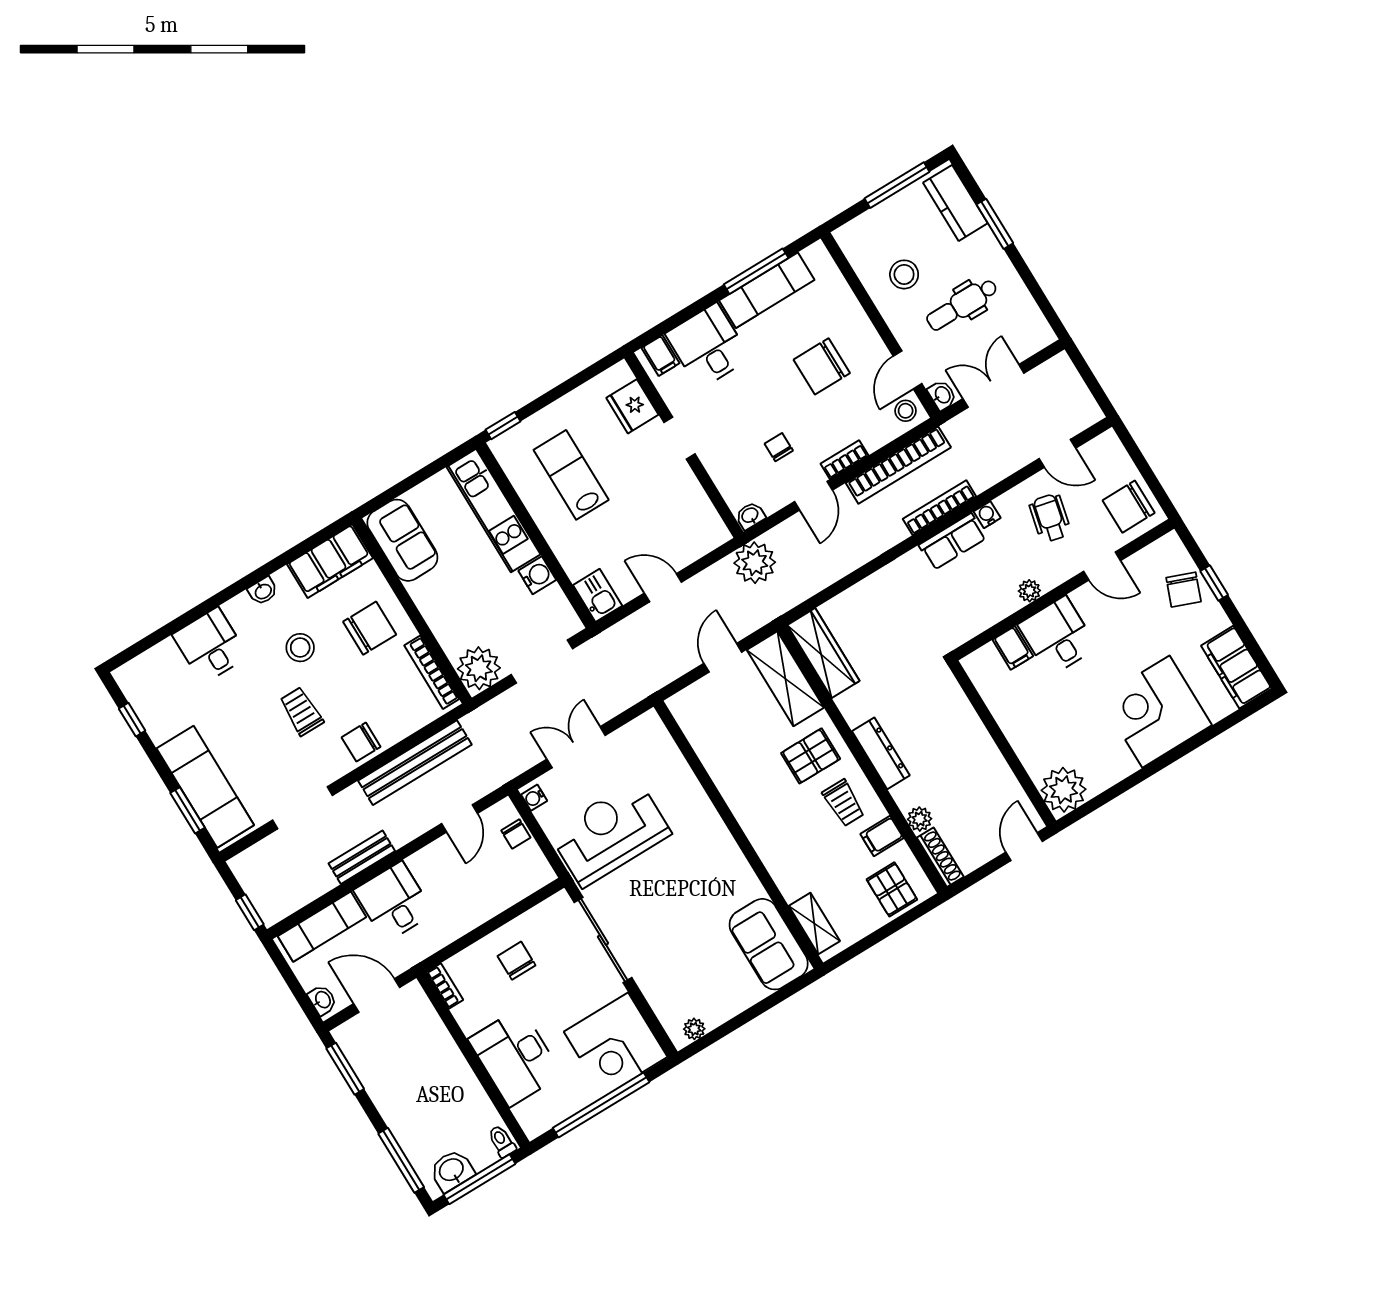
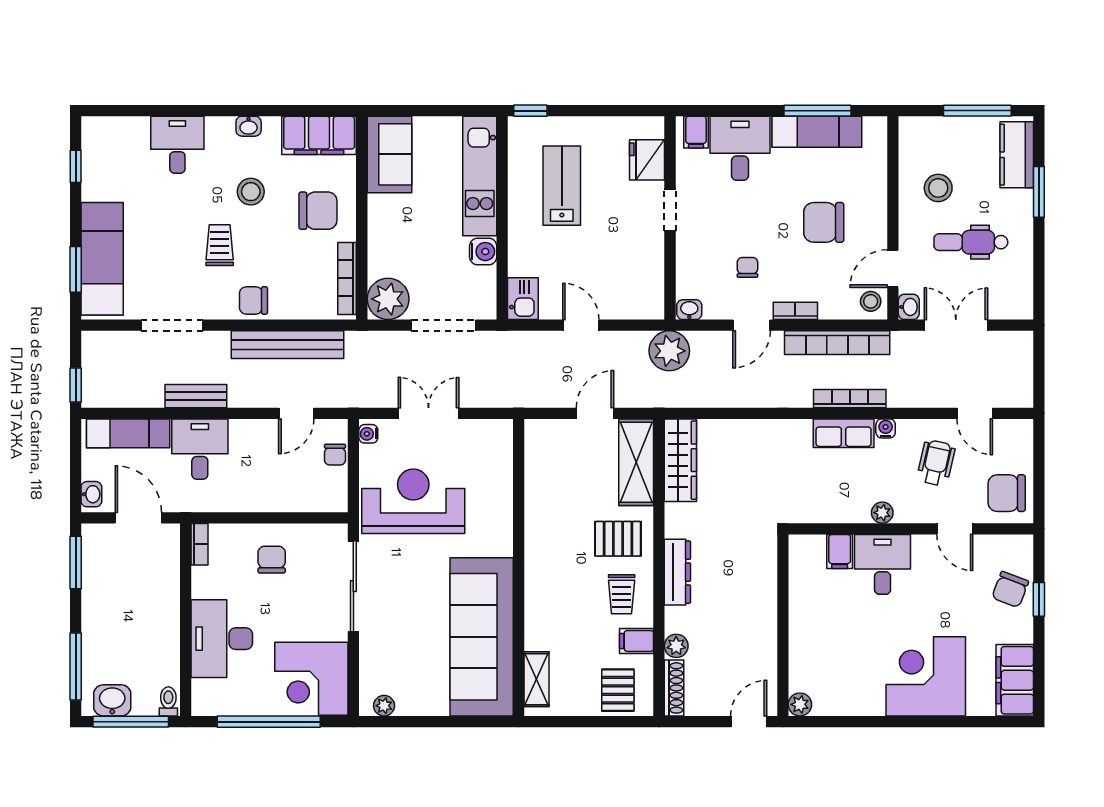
plant: (1064, 790) -> (800, 704), width x0.53, depth x0.53
sofa: (769, 944) -> (482, 637), width x1.85, depth x1.27

